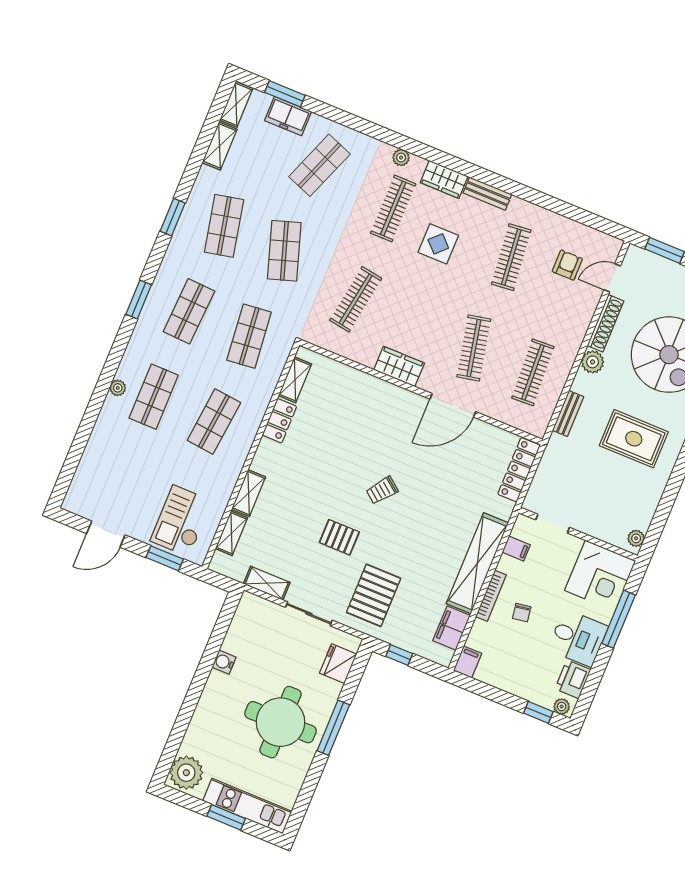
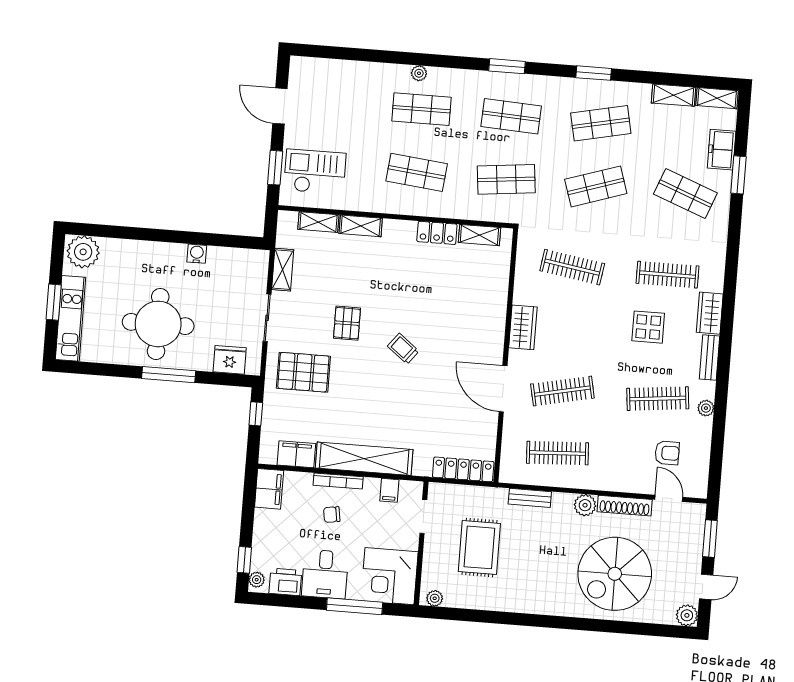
window: (285, 94) -> (739, 175), moved
plant: (401, 158) -> (706, 408), moved
rug: (634, 439) -> (479, 547), moved
filing cabinet: (467, 662) -> (269, 489), width x2.00

